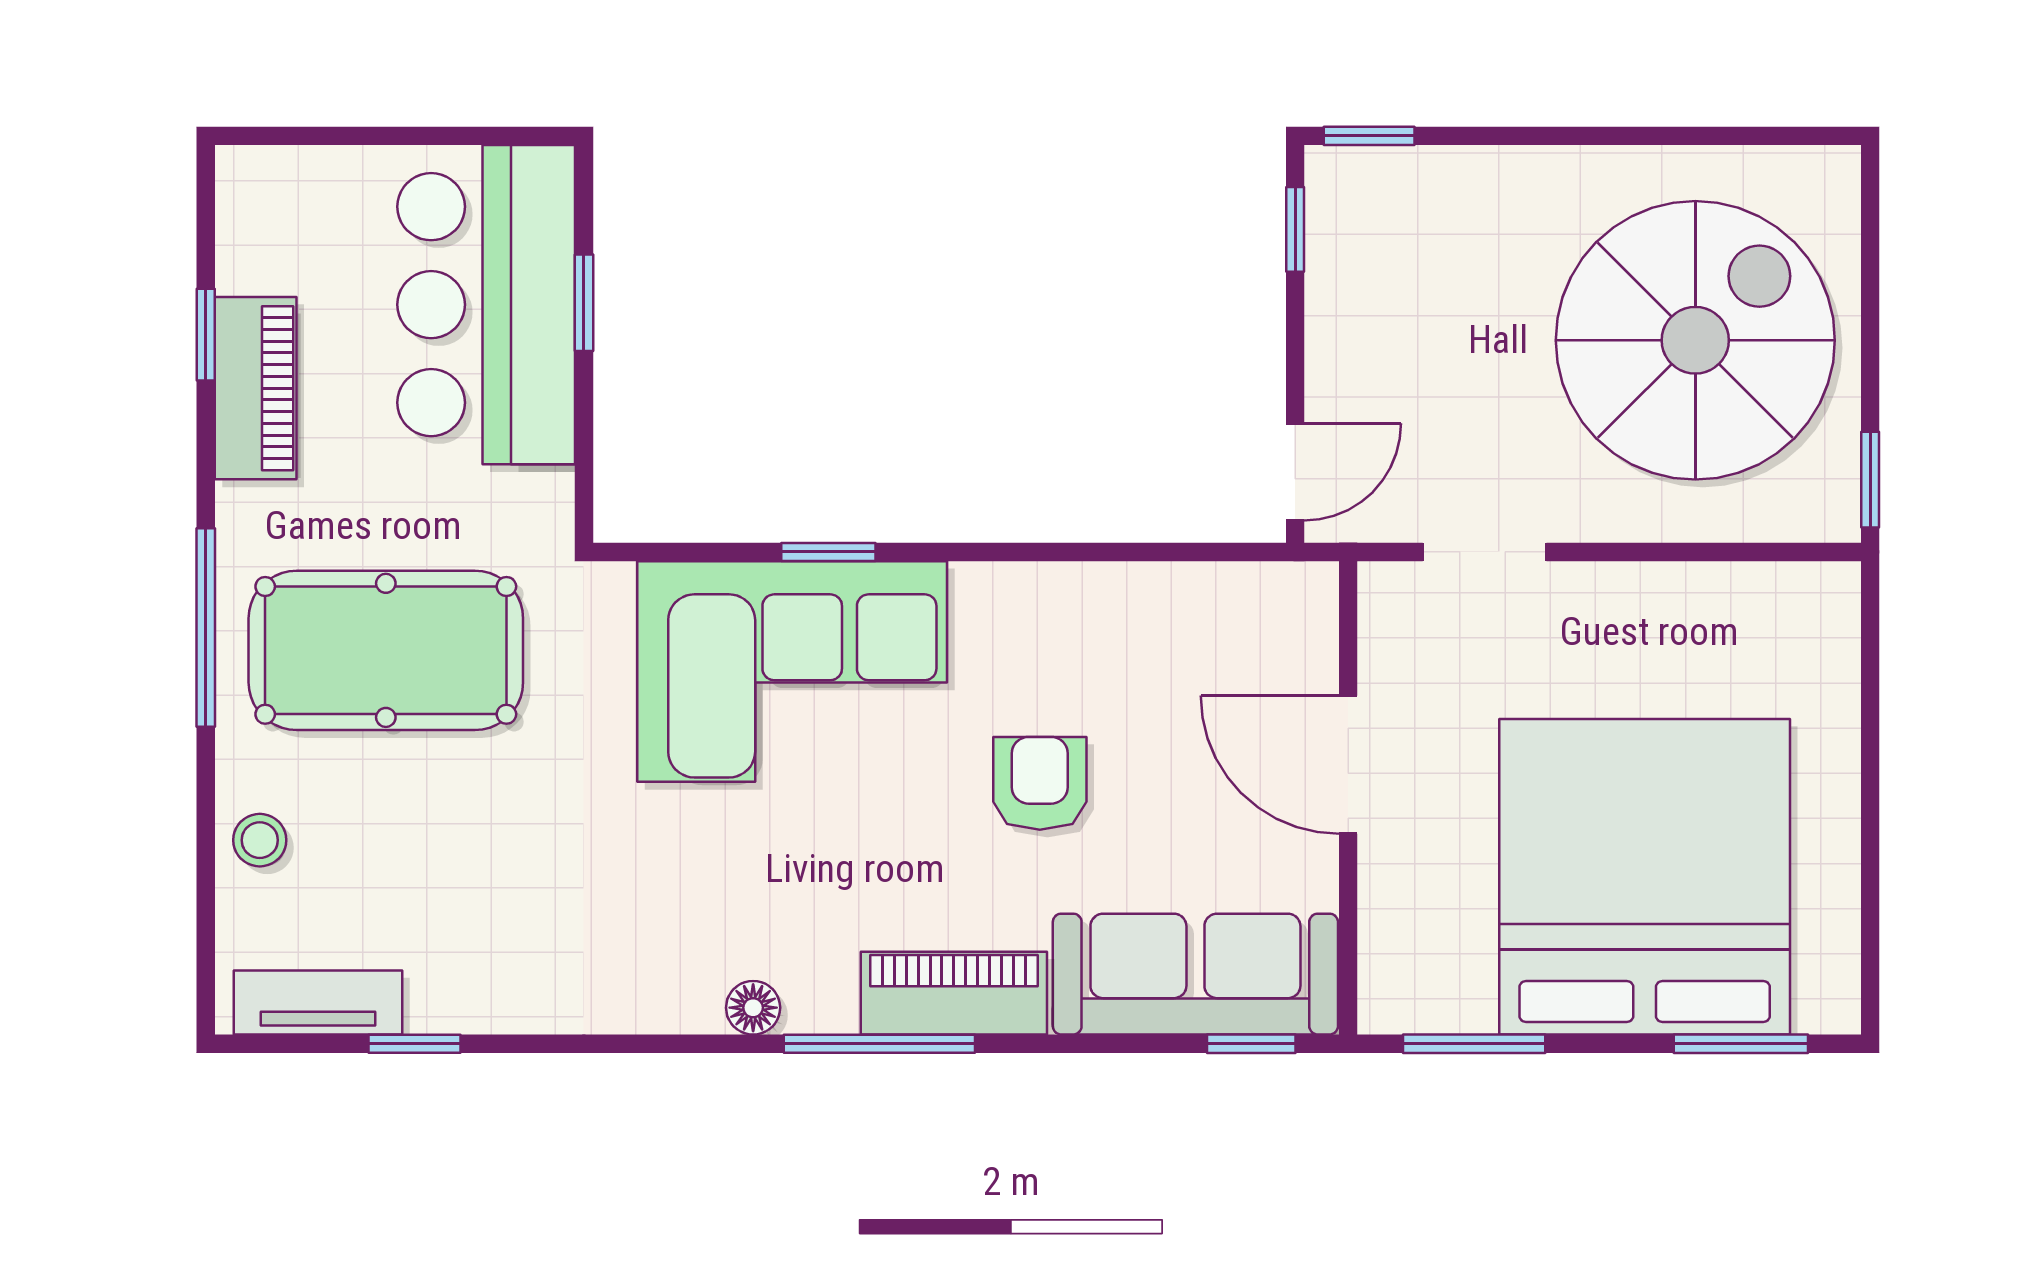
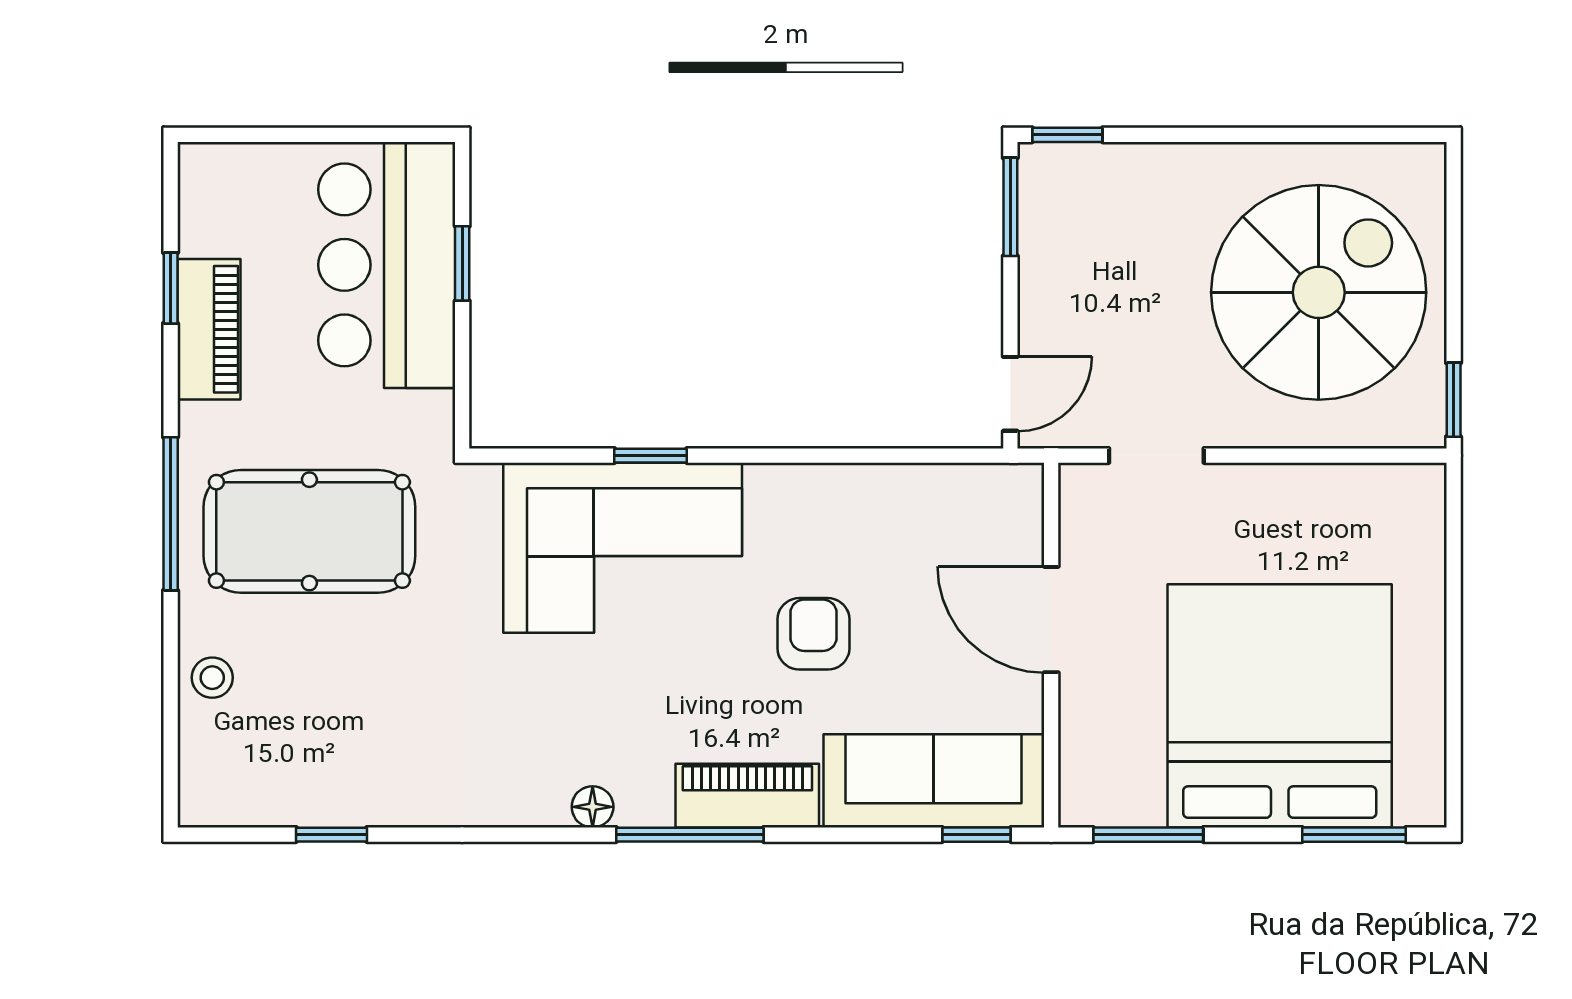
window: (1295, 229) -> (1010, 207), width x1.50
tv unit: (318, 1003) -> (257, 803), removed

